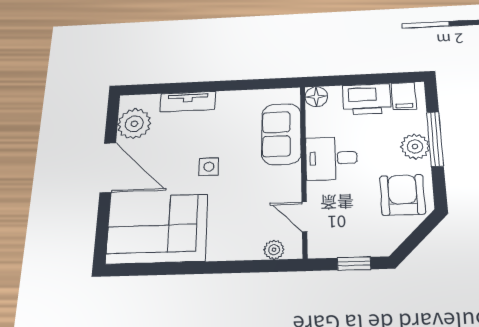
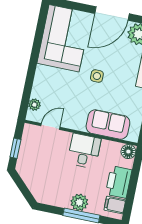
armchair: (403, 195) -> (50, 187), removed

